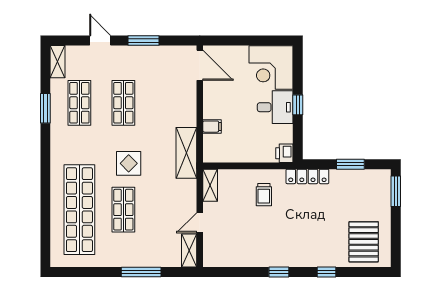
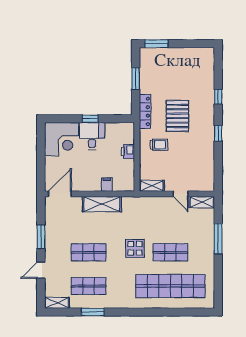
shelving: (186, 153) -> (102, 204), moved
printer: (284, 153) -> (128, 151), moved, turned 90
pallet: (364, 242) -> (177, 116), moved, turned 90

